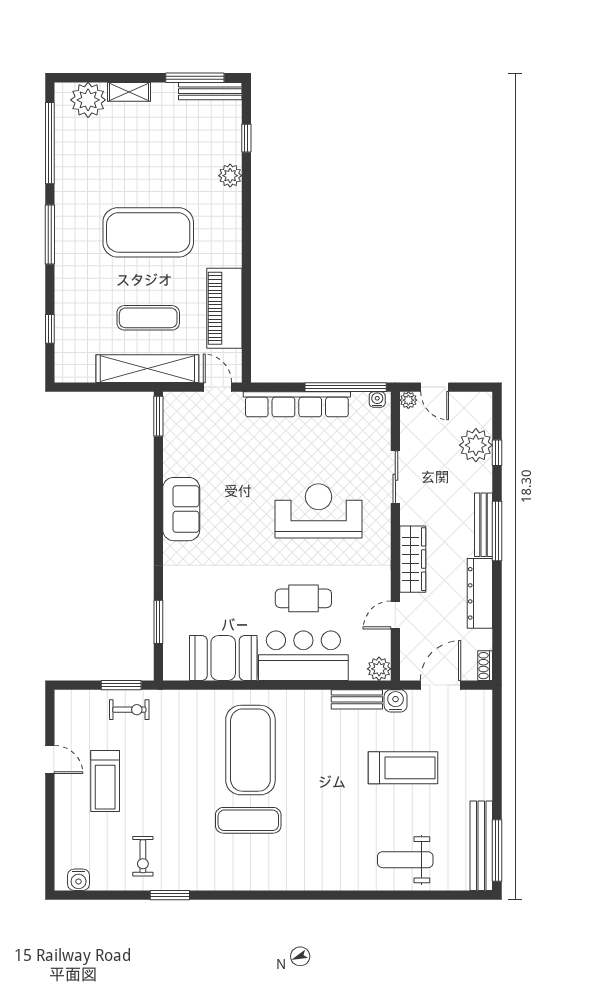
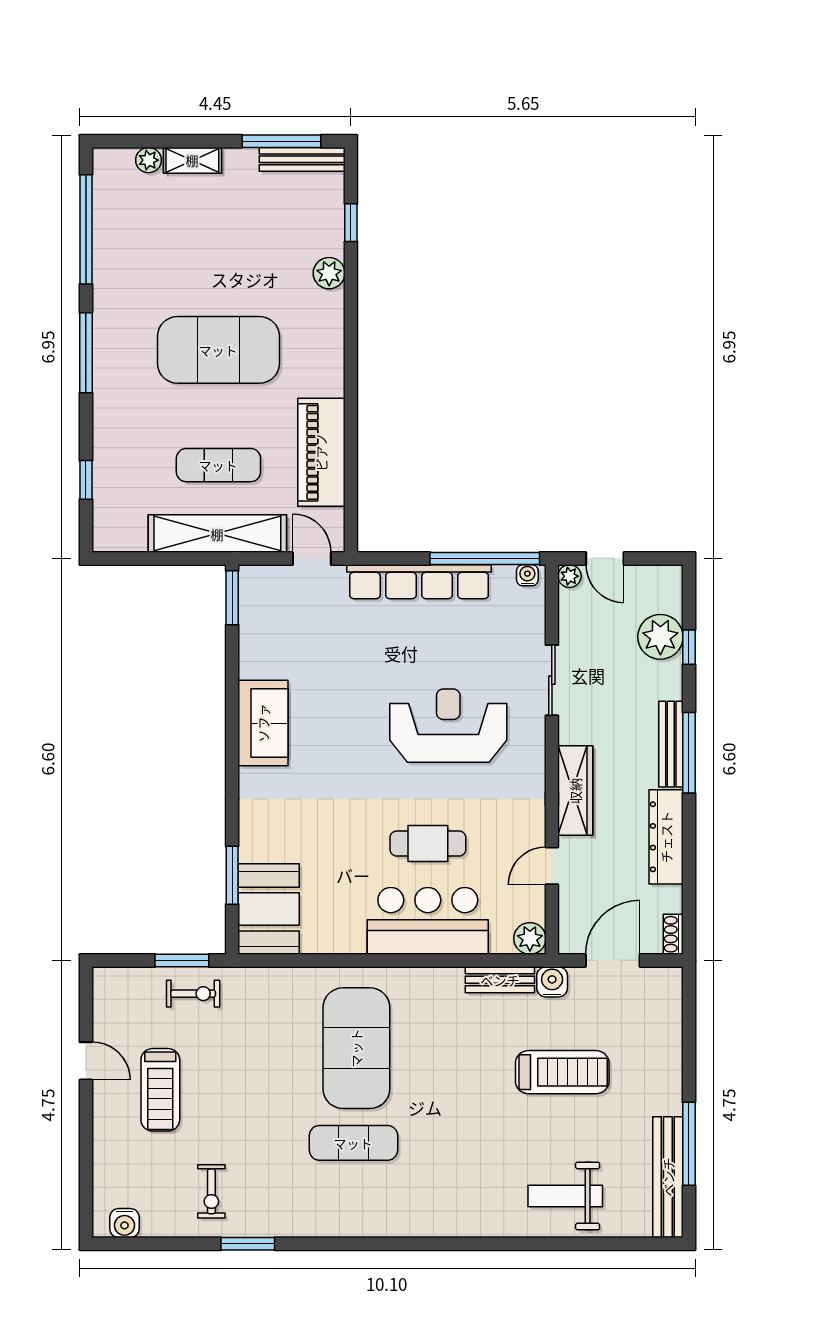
plant: (88, 100) -> (148, 160), width x0.53, depth x0.53
booth: (223, 658) -> (269, 909), moved, turned 90
window: (497, 851) -> (689, 1144), moved

